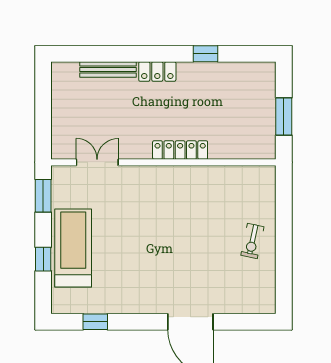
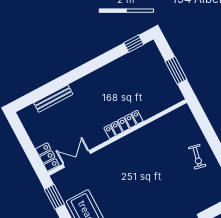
window: (206, 54) -> (134, 44), moved
locker: (157, 71) -> (47, 157), moved, turned -90

